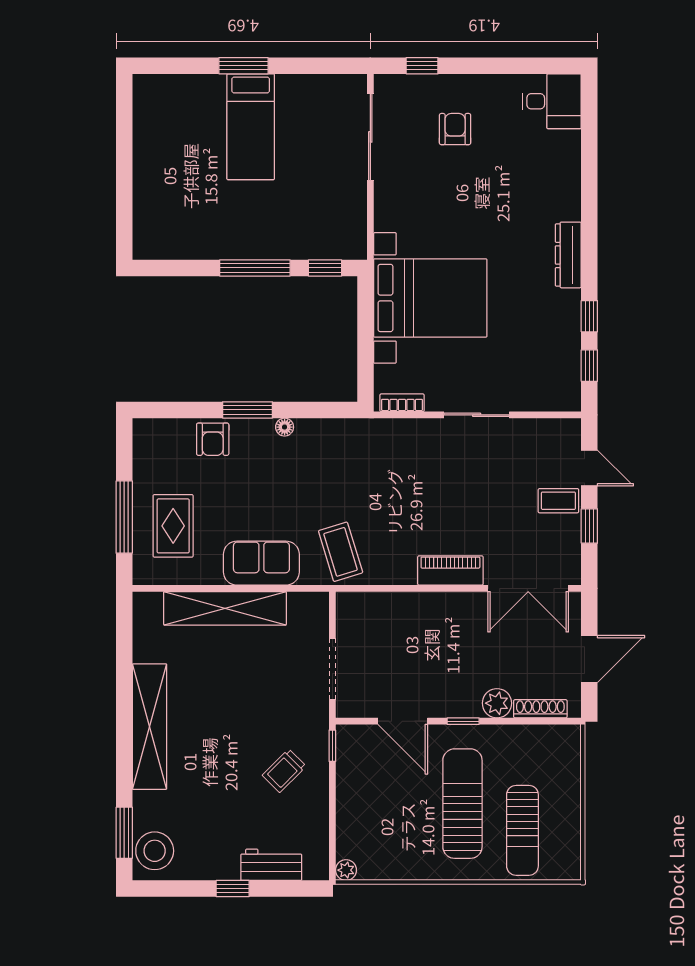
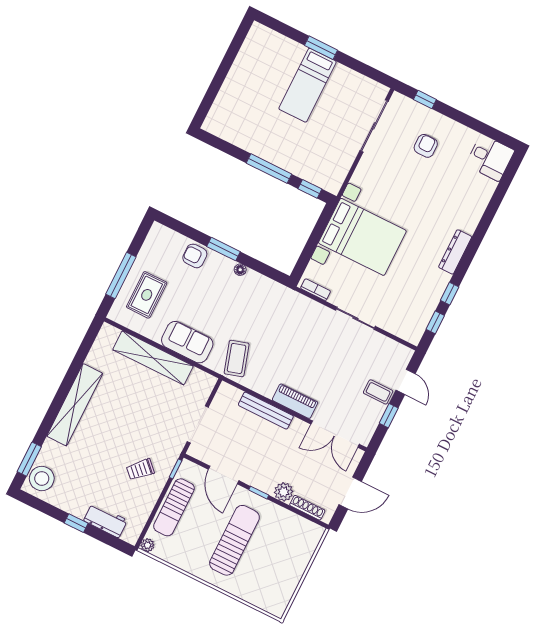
armchair: (213, 439) -> (195, 256), turned 90
bench: (417, 603) -> (266, 411), added
sun lounger: (522, 830) -> (174, 507), moved

